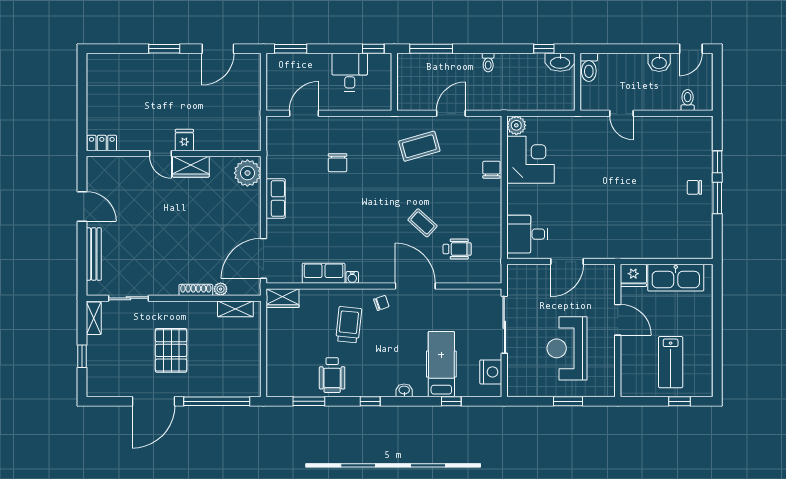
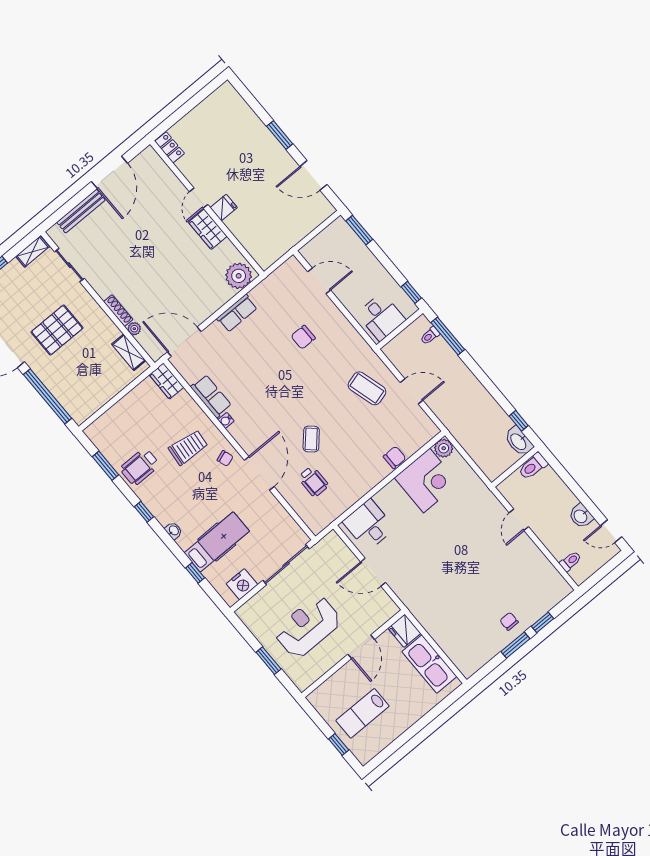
toilet: (488, 62) -> (430, 336), moved
desk: (350, 72) -> (381, 317), moved, turned 90
door: (82, 206) -> (109, 172), width x1.36

